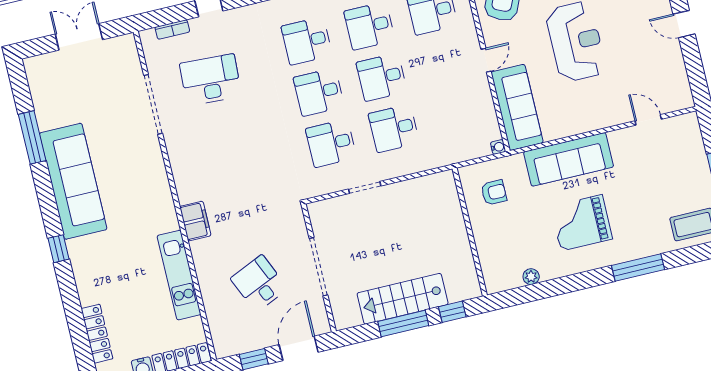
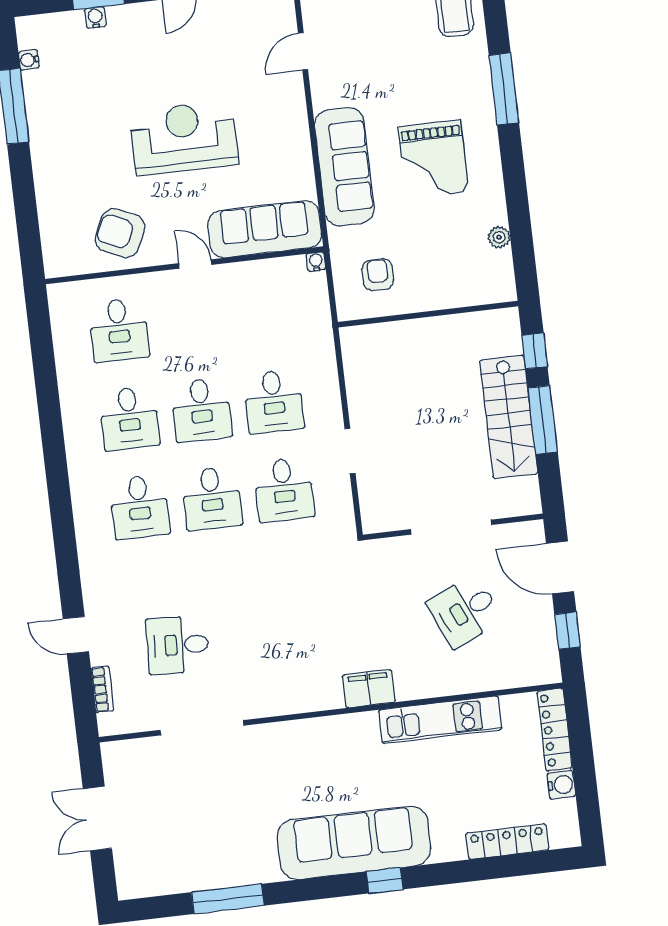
desk: (211, 80) -> (177, 645), width x0.73
sofa: (73, 181) -> (354, 843), moved

